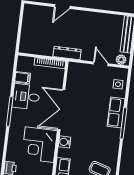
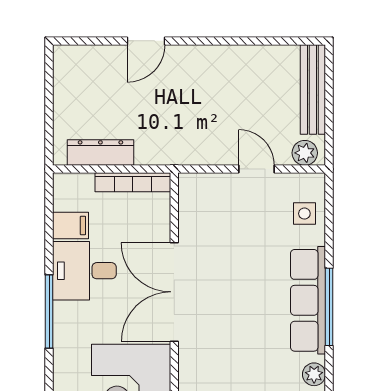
dresser: (67, 53) -> (100, 152), moved
row of seats: (116, 113) -> (308, 300), width x1.48
water cooler: (64, 142) -> (191, 370), removed
plant: (114, 150) -> (314, 374), added

